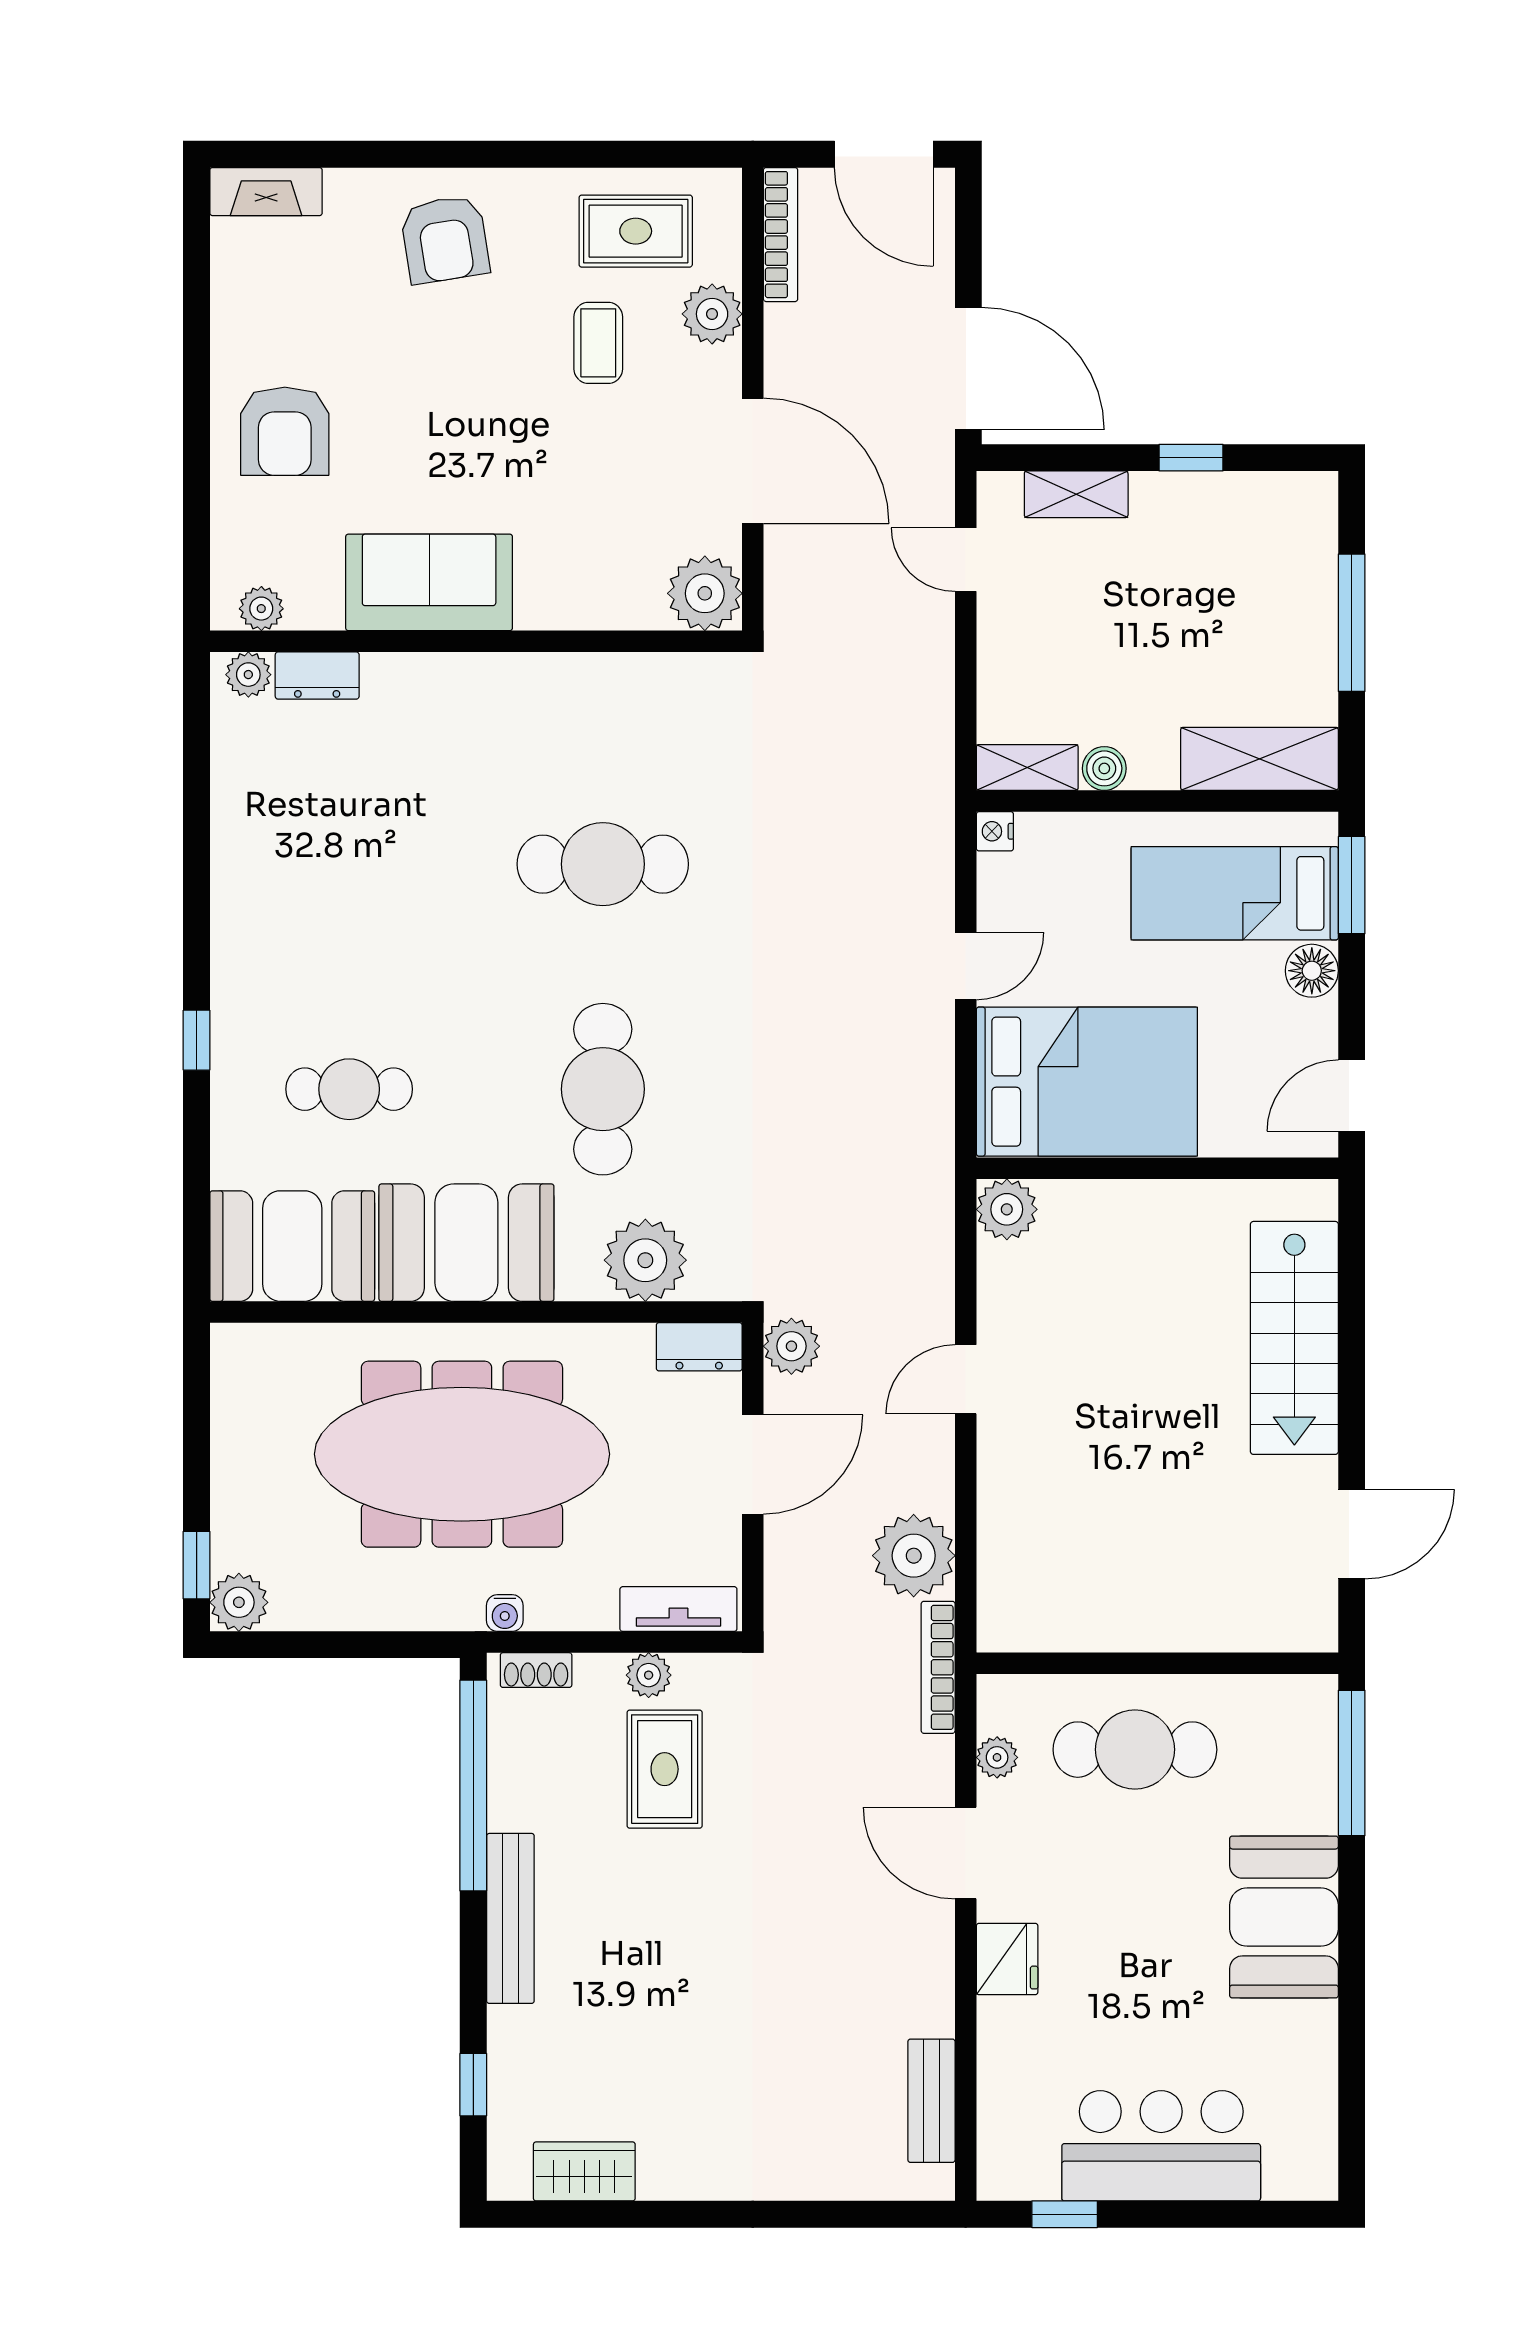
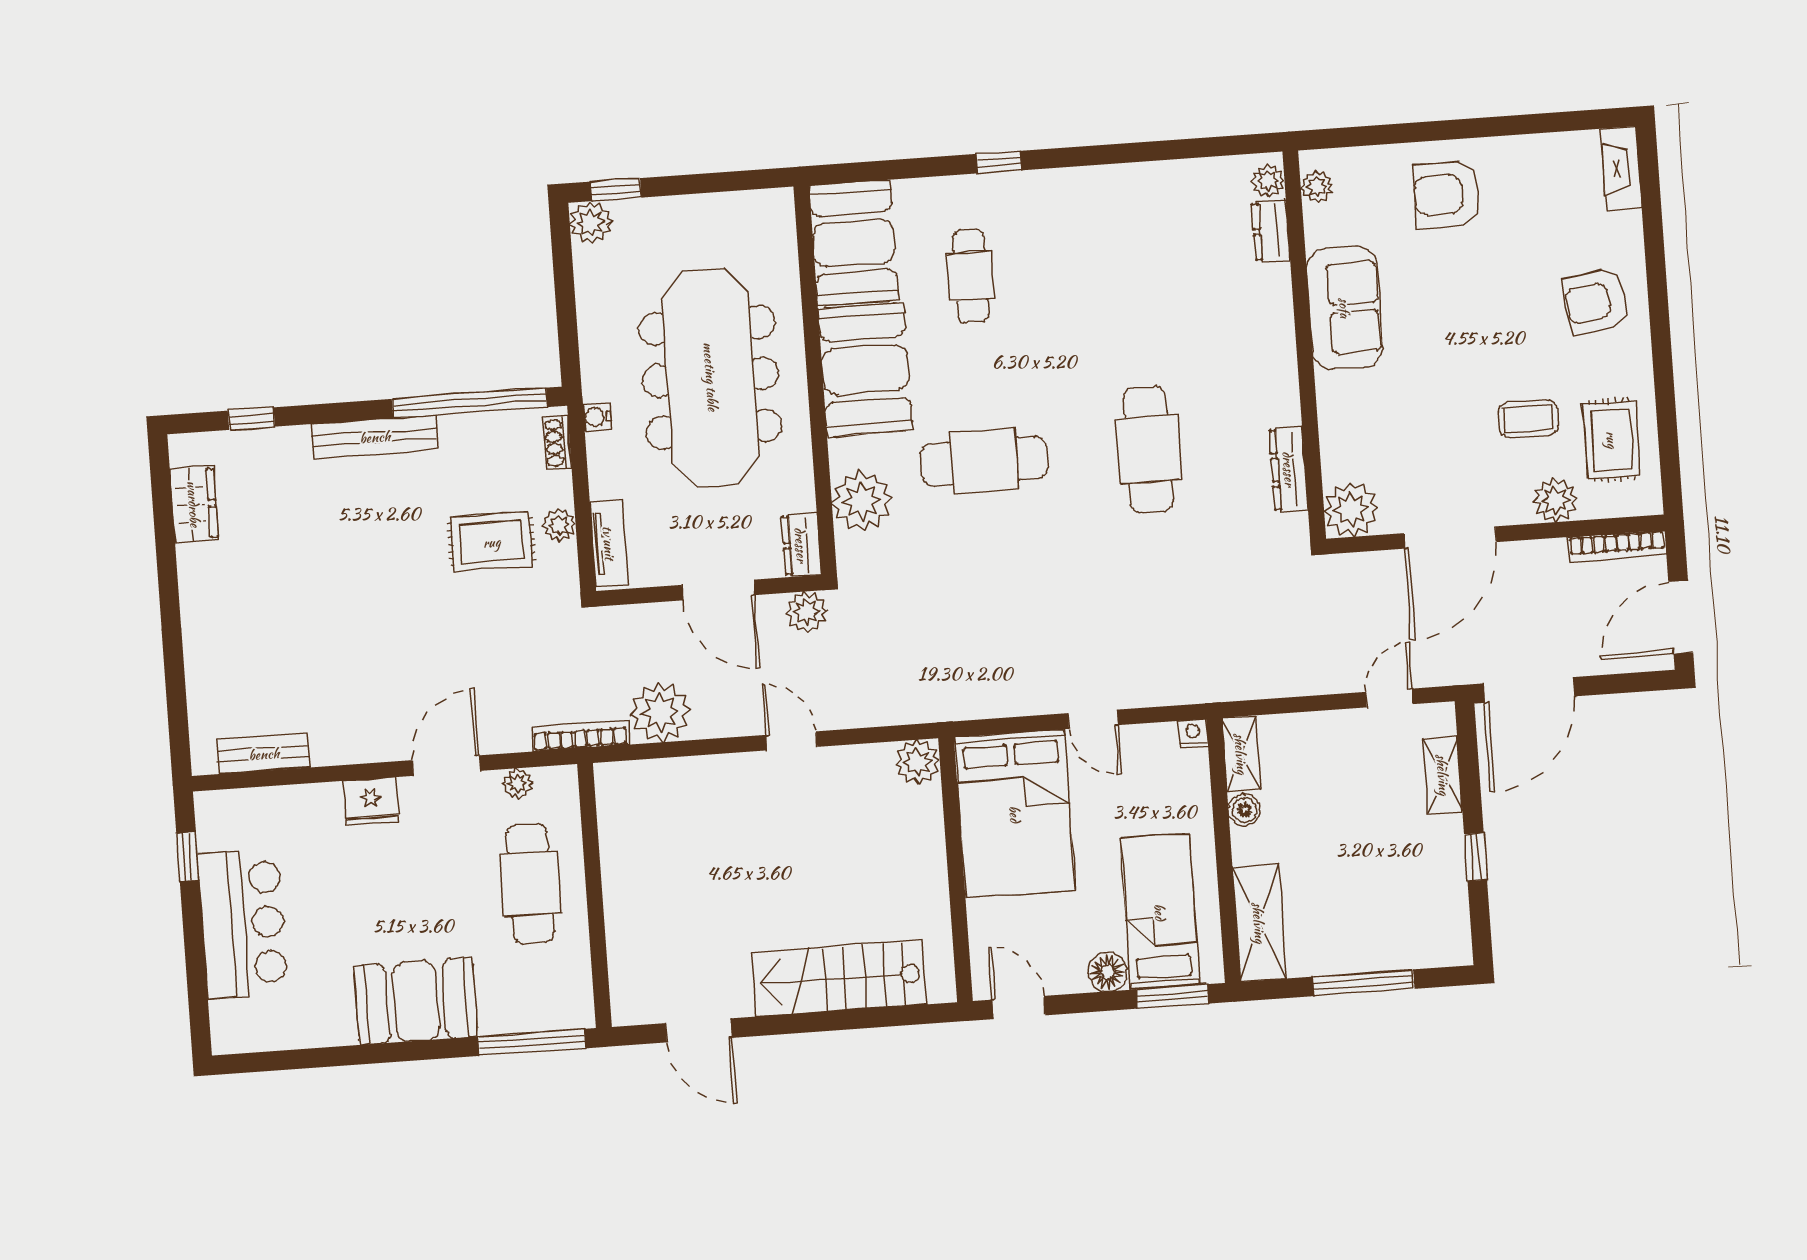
dresser: (644, 675) -> (1289, 469), added

